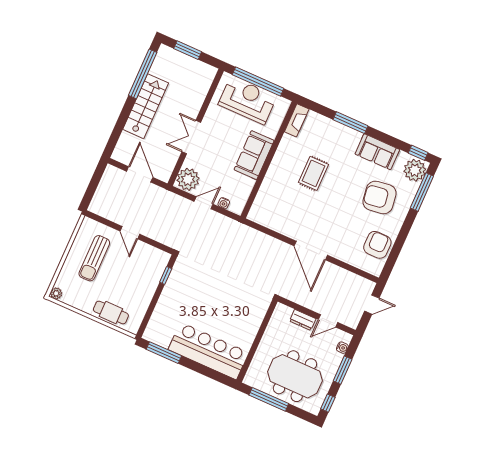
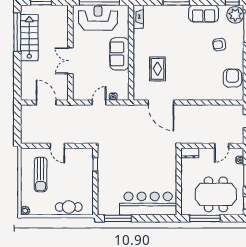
stairs: (146, 106) -> (29, 38), moved
rug: (314, 173) -> (157, 69), moved
plant: (188, 179) -> (81, 91), removed
armchair: (379, 197) -> (219, 45), width x0.53, depth x0.53
door: (311, 251) -> (161, 103), moved
dresser: (303, 320) -> (190, 153), moved

